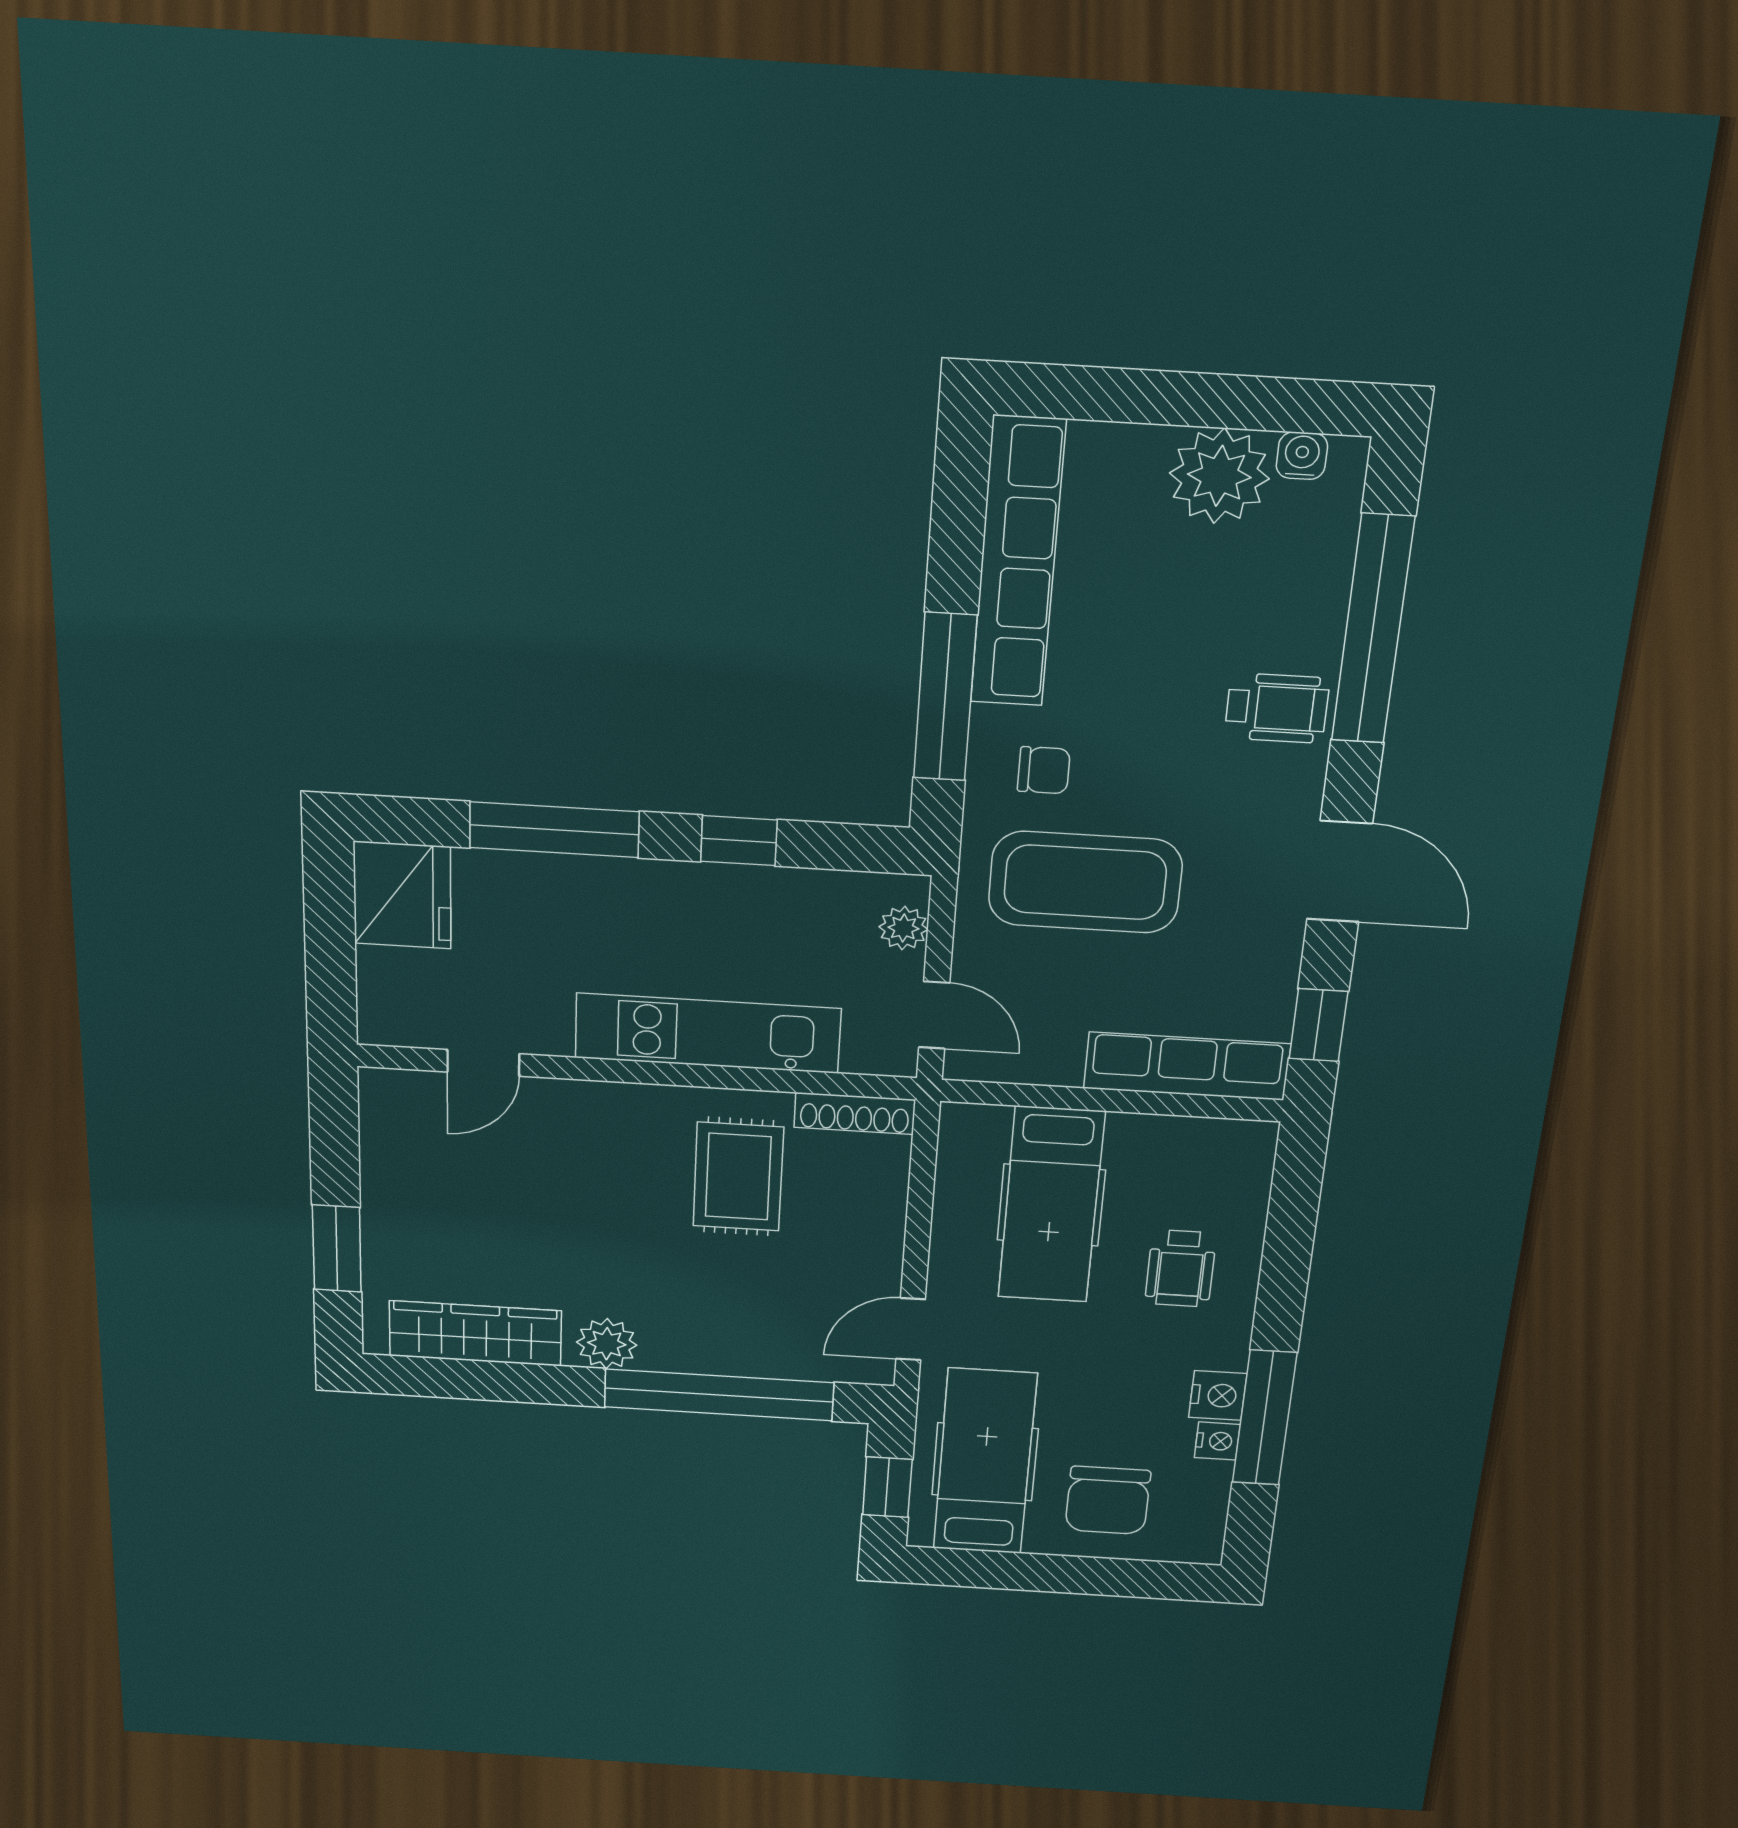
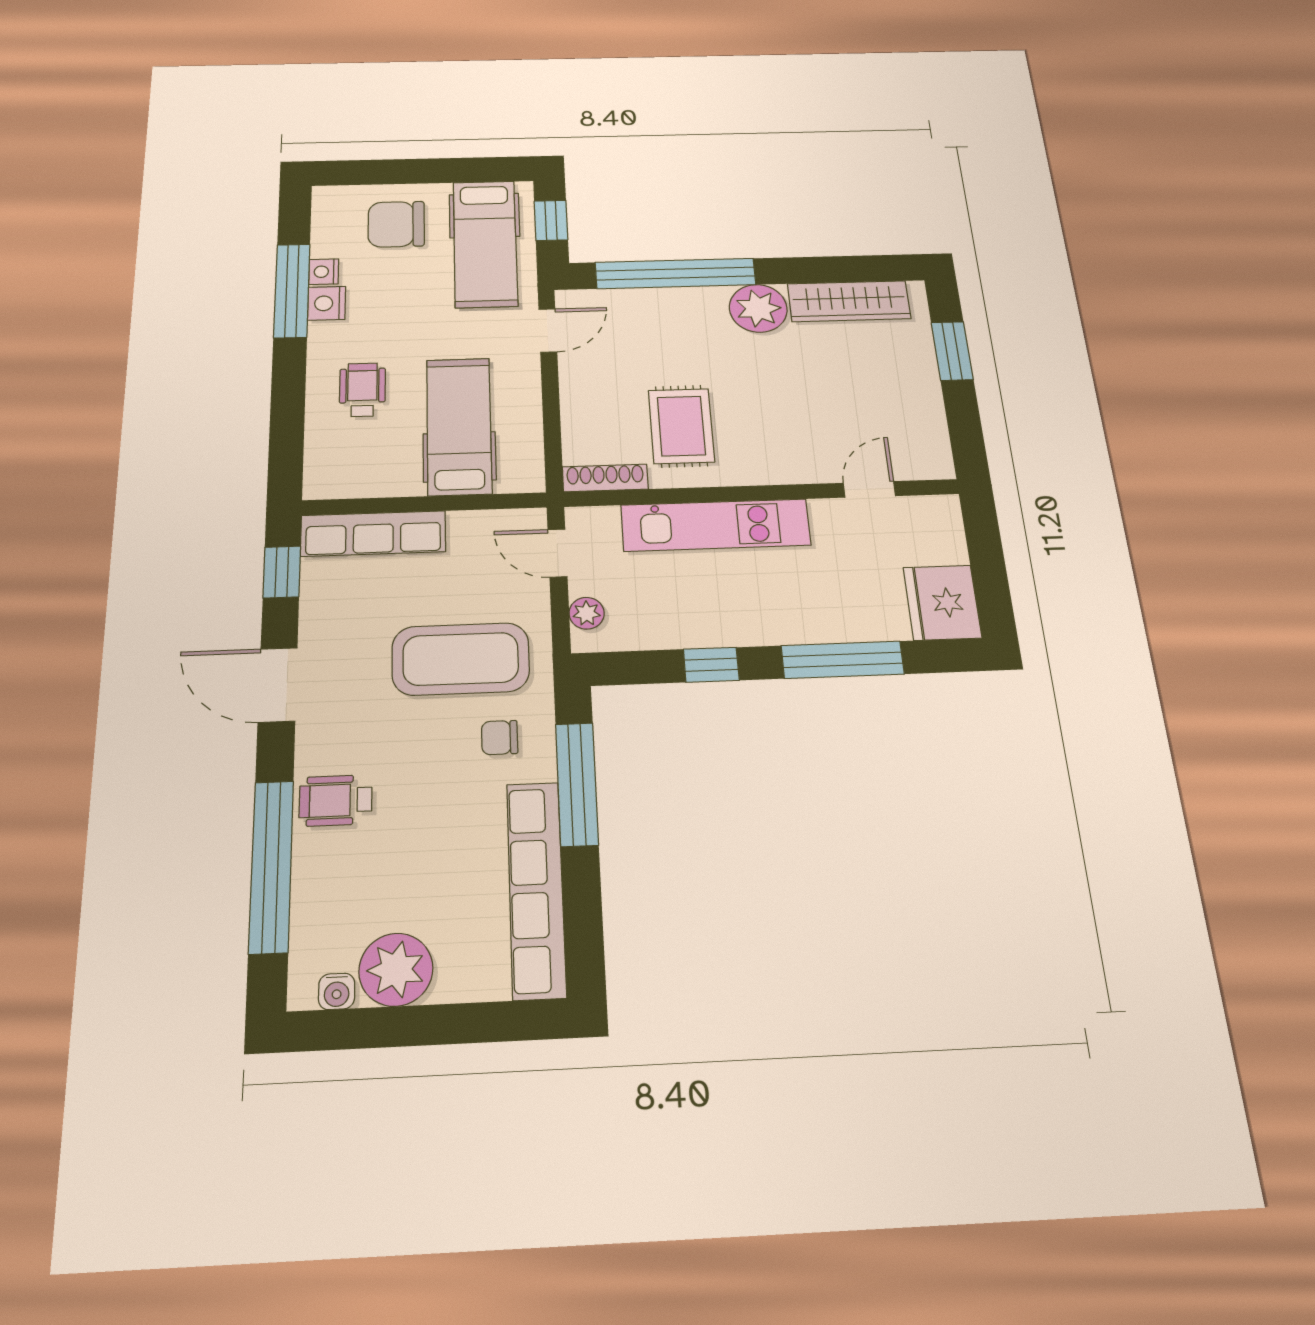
plant: (607, 1344) -> (758, 308), width x1.36, depth x1.36
chair: (1108, 1500) -> (396, 224), turned -90

